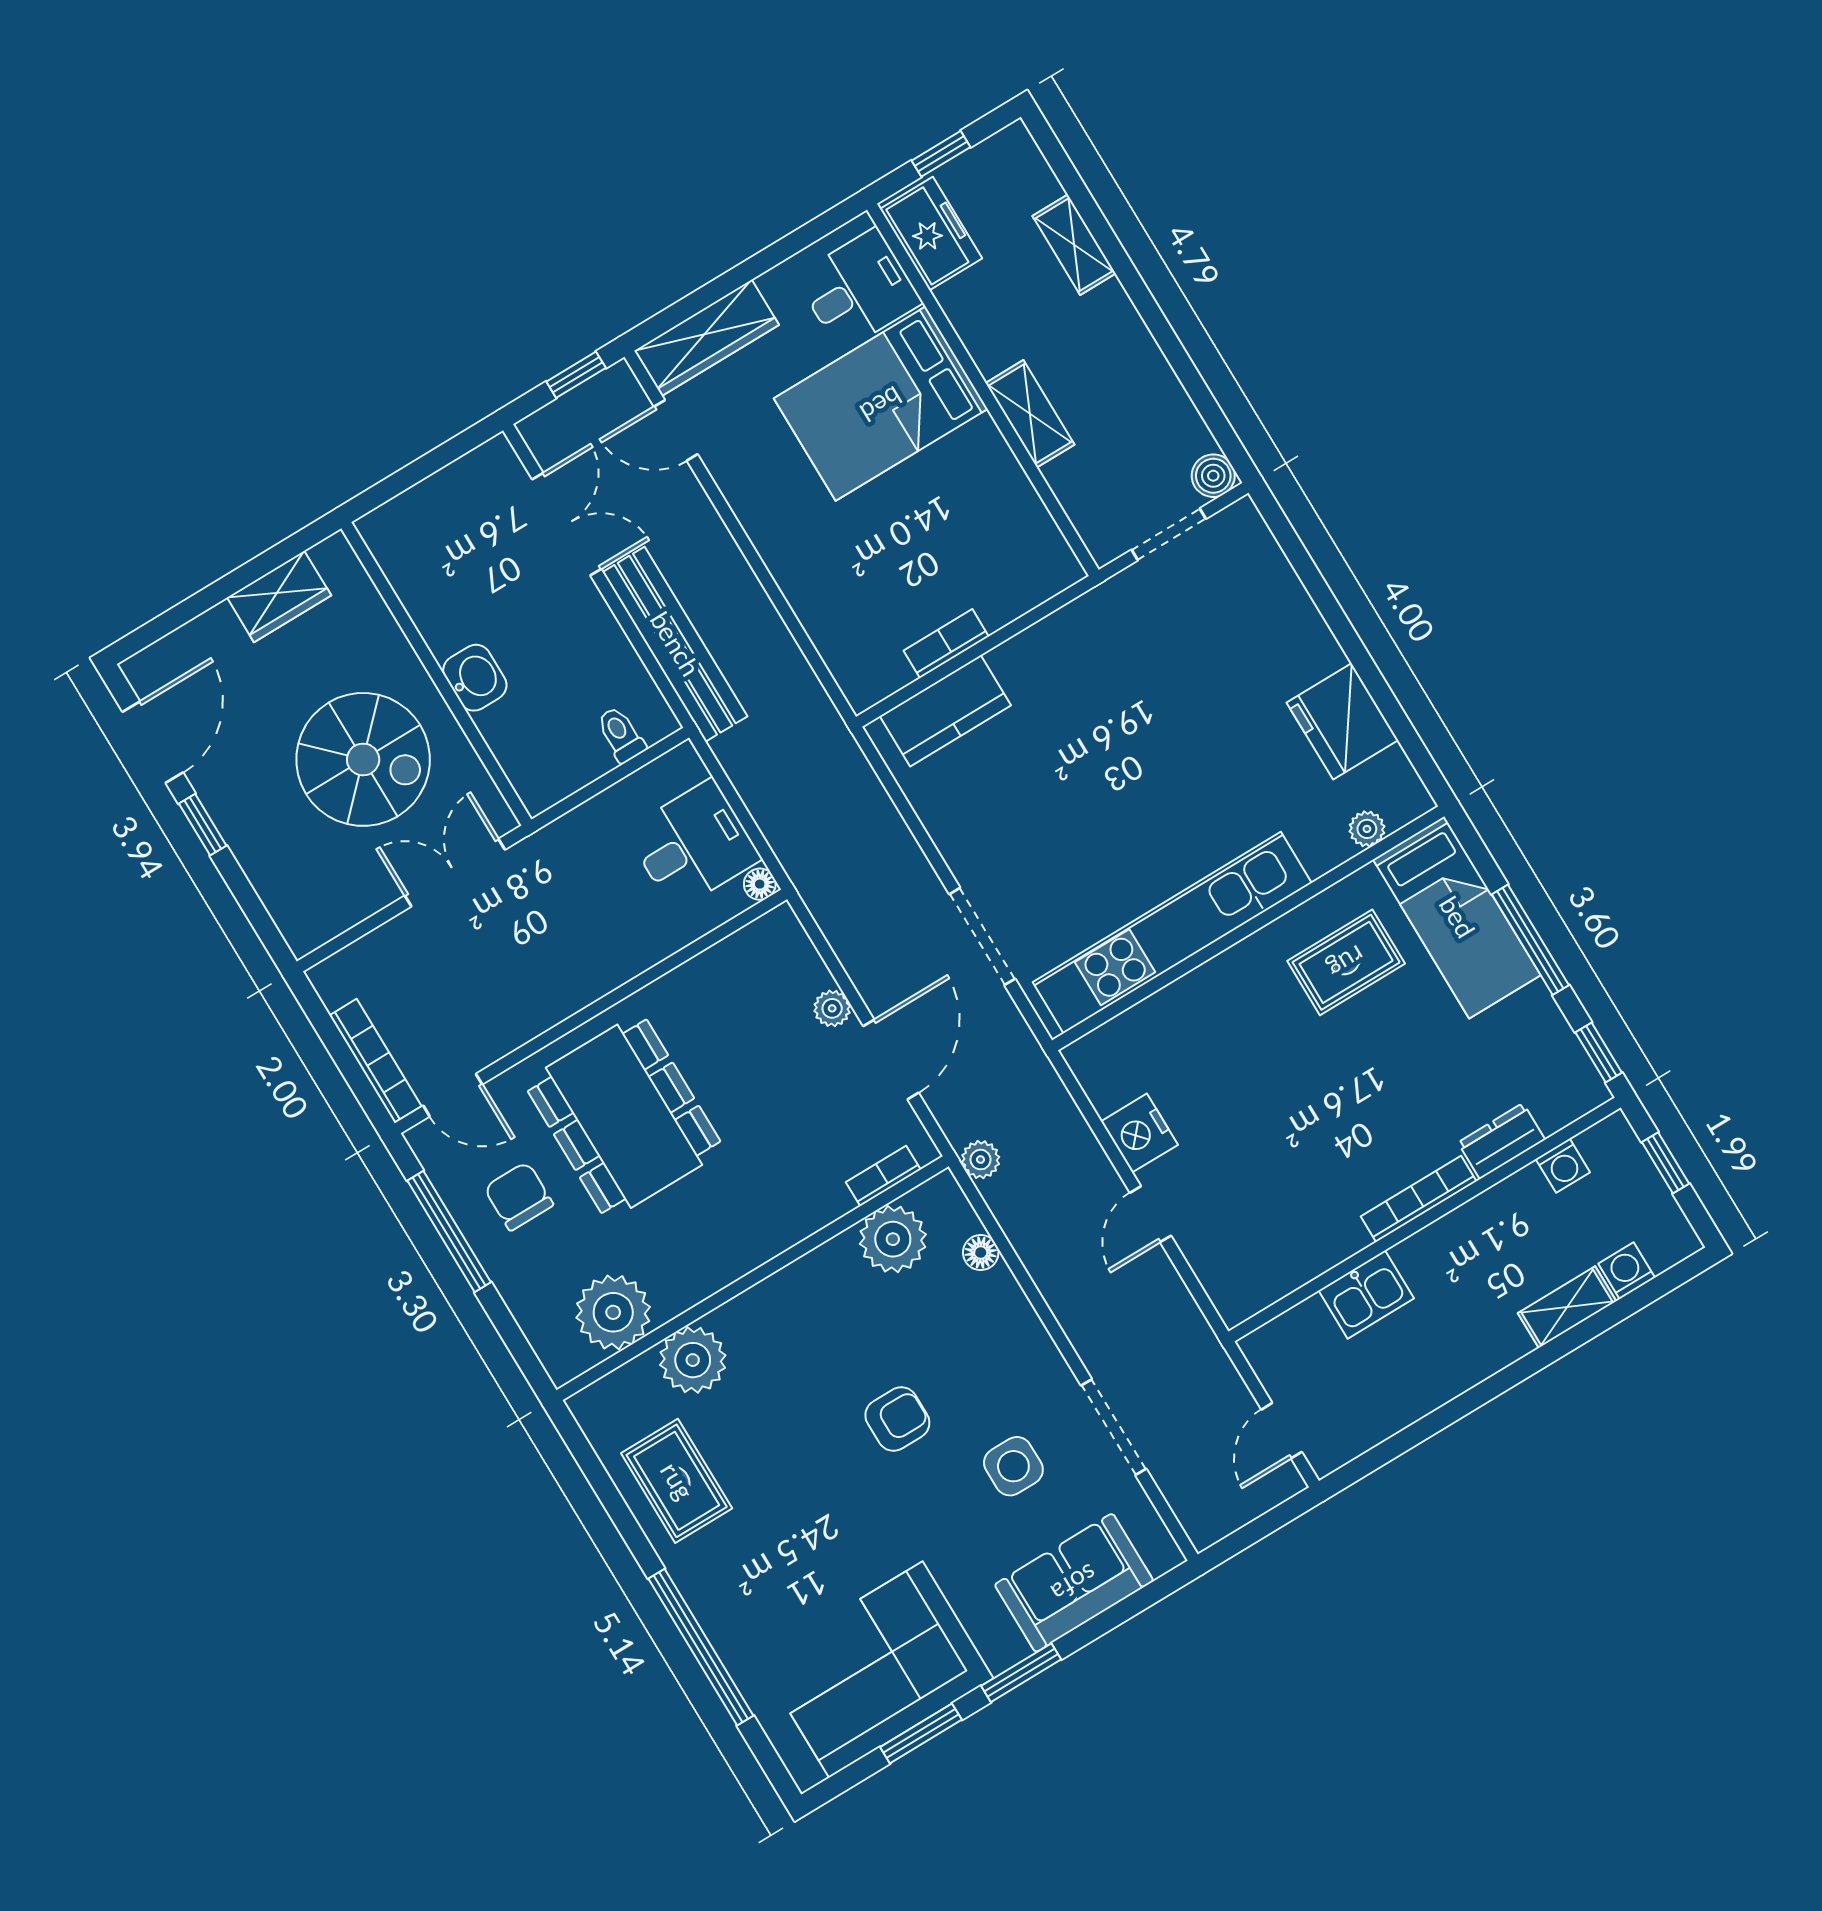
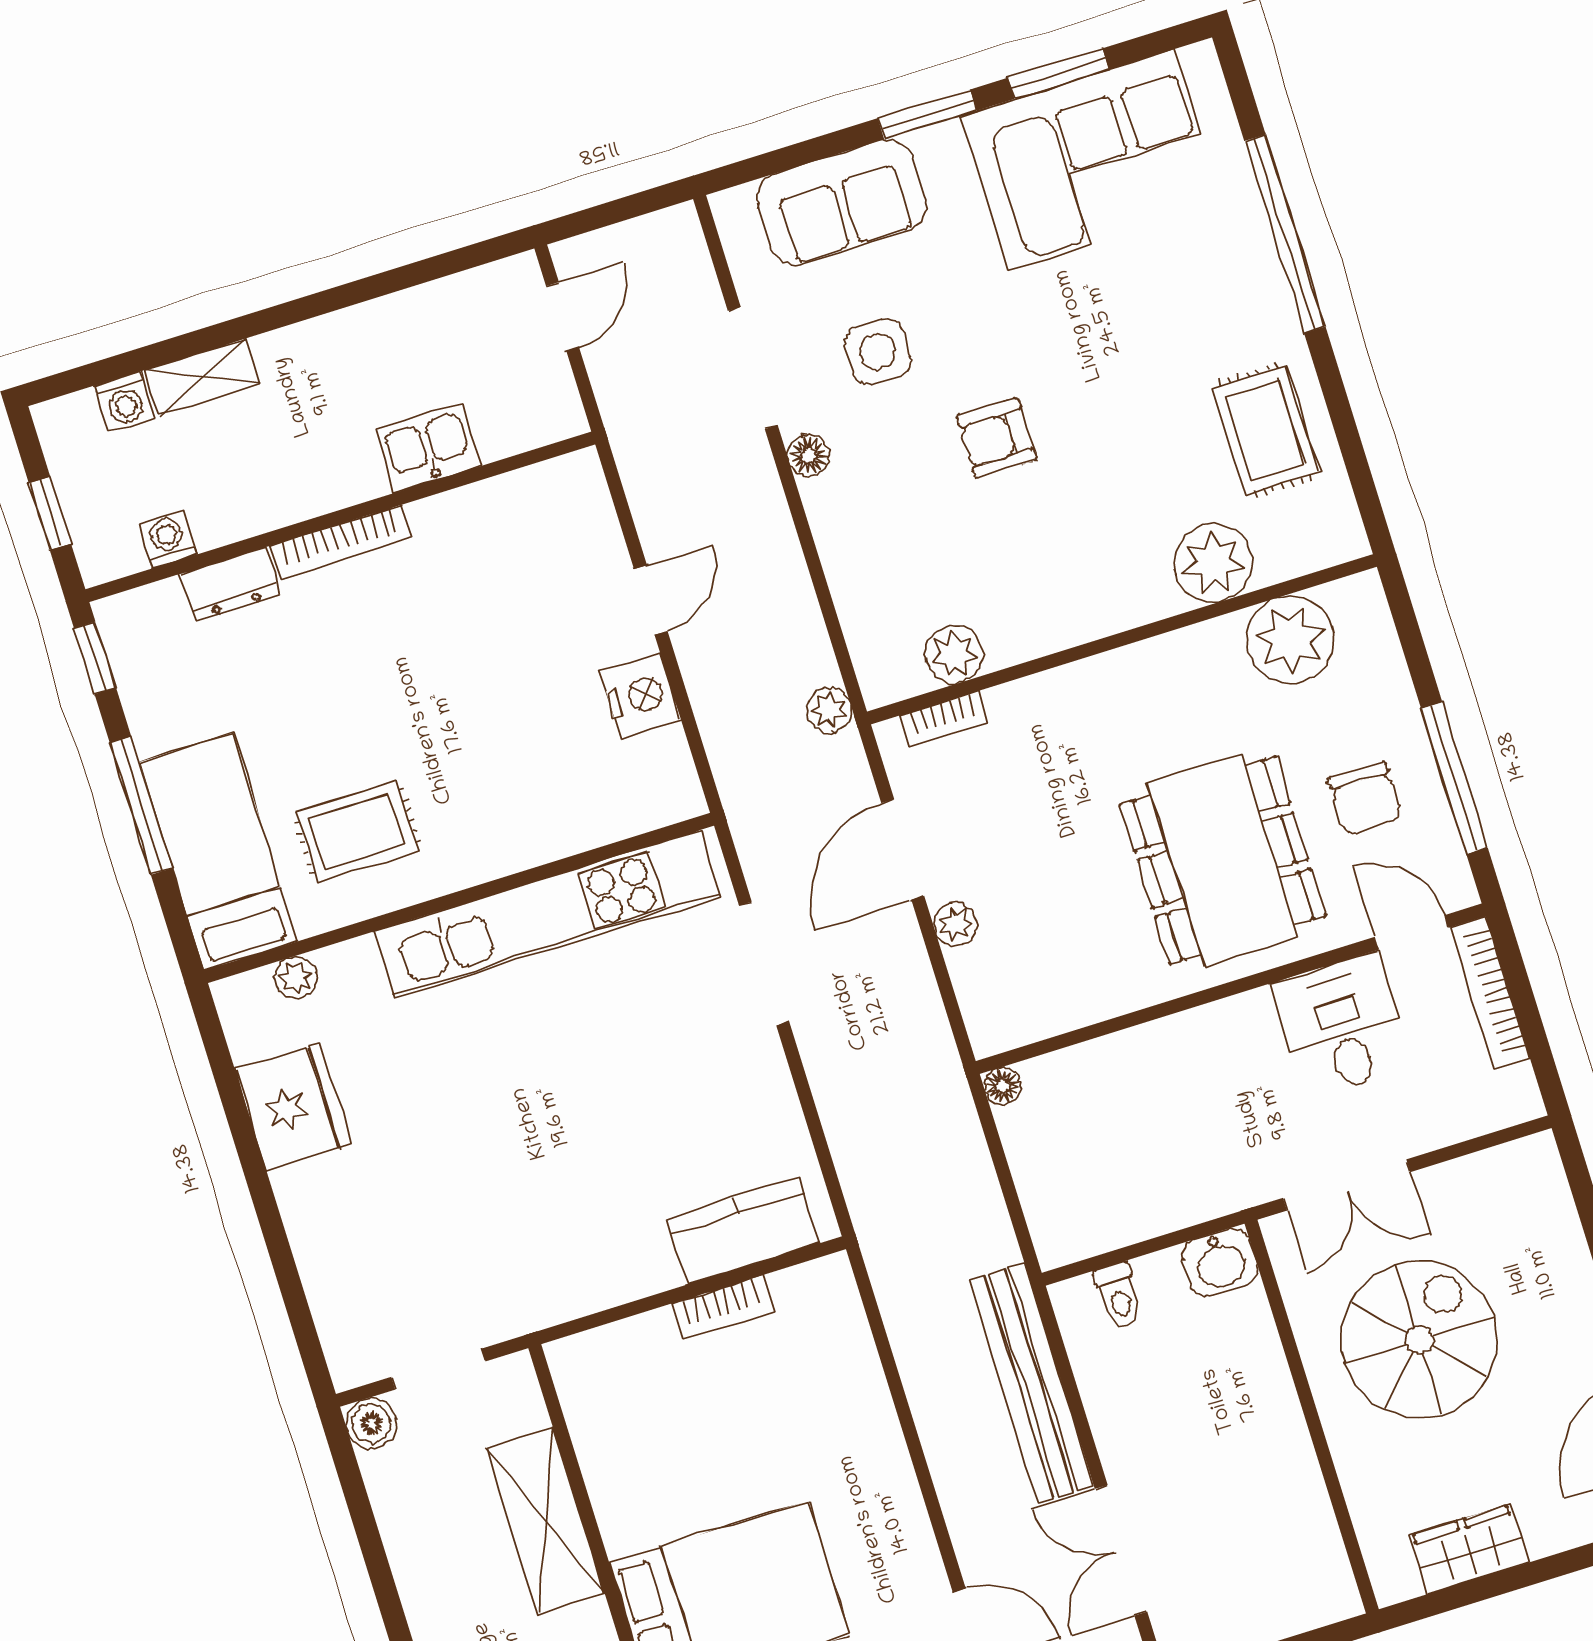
shelving: (1030, 414) -> (546, 1520), width x1.50, depth x1.33
washbasin: (475, 678) -> (1220, 1262), moved, turned -90
spiral stairs: (363, 759) -> (1419, 1340), turned 90
desk: (693, 845) -> (1342, 1025), moved, turned 90
plant: (893, 1239) -> (954, 654), width x0.73, depth x0.73
floor lamp: (981, 1253) -> (809, 455), moved

